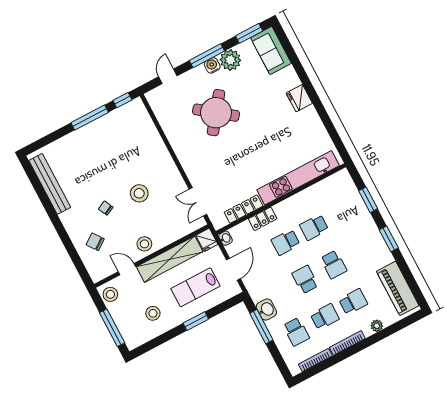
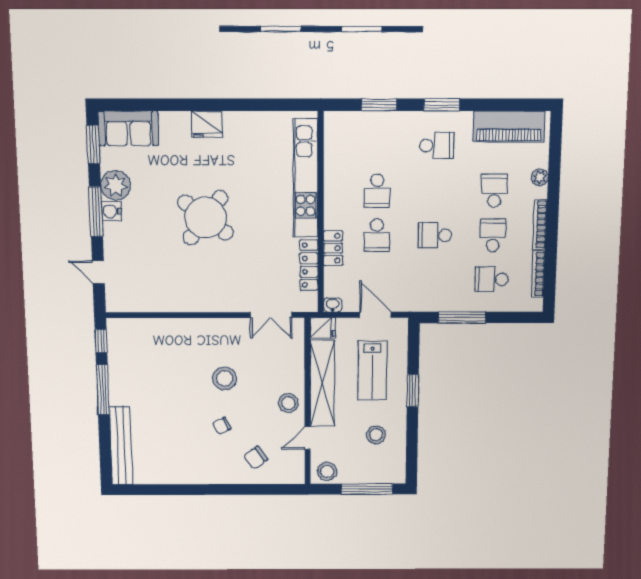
round table: (216, 113) -> (205, 218), moved
bench: (50, 184) -> (121, 446), moved, turned 90
school desk: (334, 265) -> (437, 145), moved
washbasin: (266, 310) -> (445, 301), removed
school desk: (296, 332) -> (492, 279), turned 180

